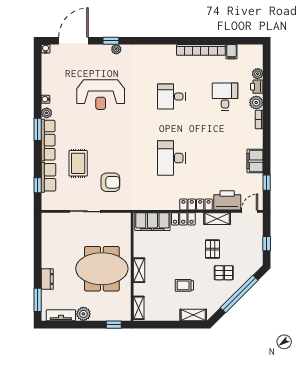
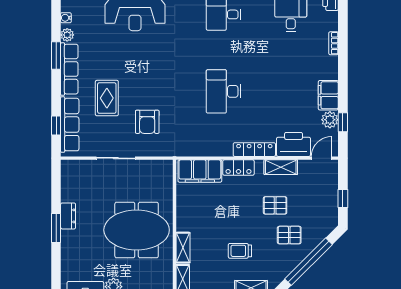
plant: (256, 103) -> (330, 120), moved
row of seats: (49, 177) -> (70, 125), width x1.48
armchair: (110, 182) -> (147, 122), turned 90
pallet: (213, 249) -> (275, 205), turned 90
shelving: (139, 270) -> (183, 248), moved
dresser: (47, 279) -> (68, 216), moved
window: (38, 300) -> (56, 228), moved

